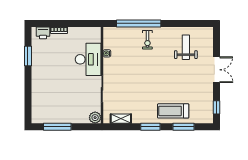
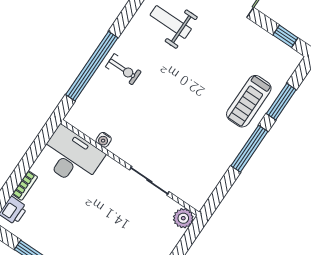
desk: (88, 59) -> (71, 157), moved
shelving: (121, 119) -> (210, 183), removed
window: (150, 127) -> (249, 149), width x1.44

